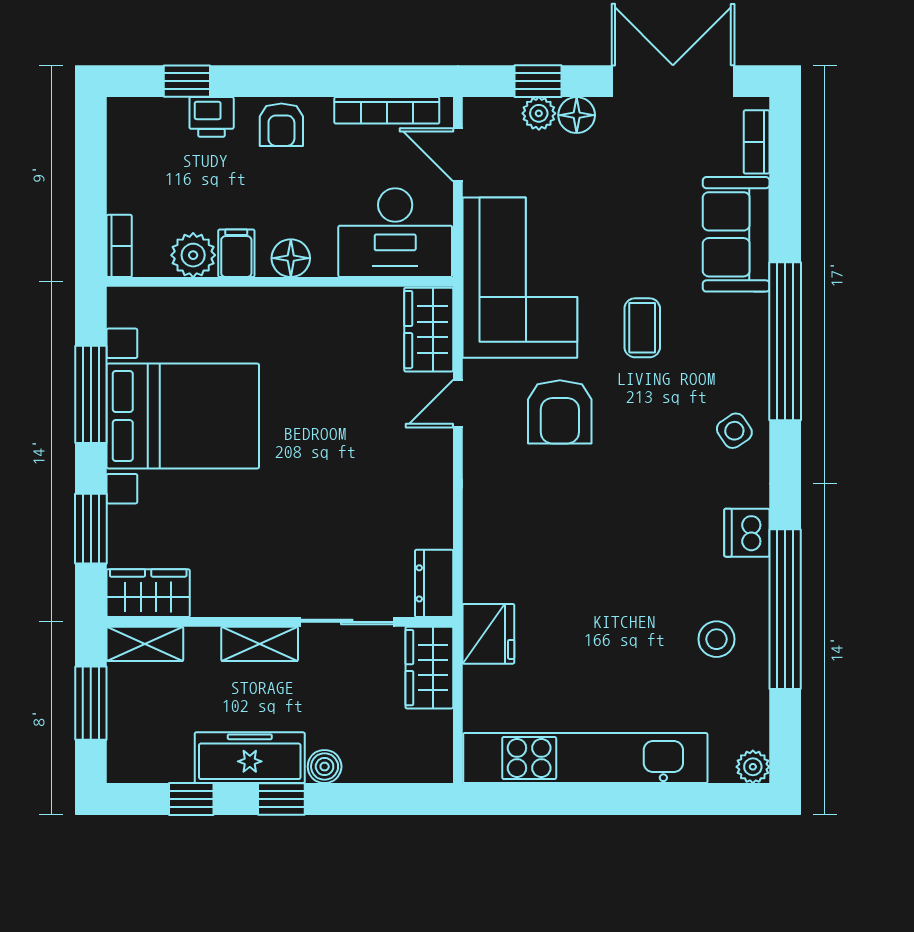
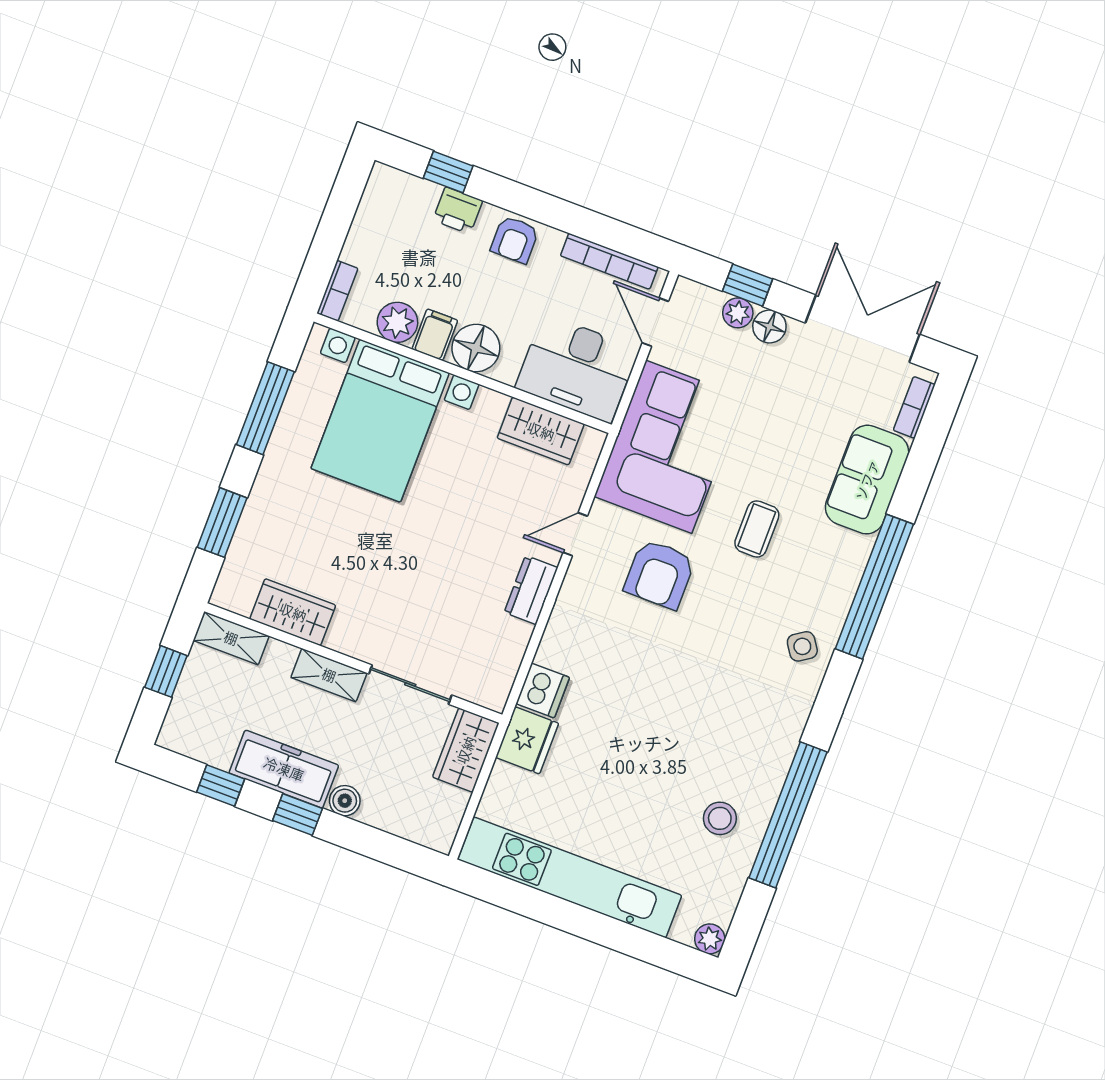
floor lamp: (291, 258) -> (476, 348), width x1.38, depth x1.38
wardrobe: (429, 330) -> (541, 431), moved, turned -90
bed with nightstands: (183, 416) -> (380, 421), moved, turned 90
dishwasher: (747, 533) -> (543, 690), moved, turned 180
dresser: (434, 583) -> (531, 590), moved
wardrobe: (148, 593) -> (293, 612), moved
window: (91, 703) -> (166, 671), width x0.67

